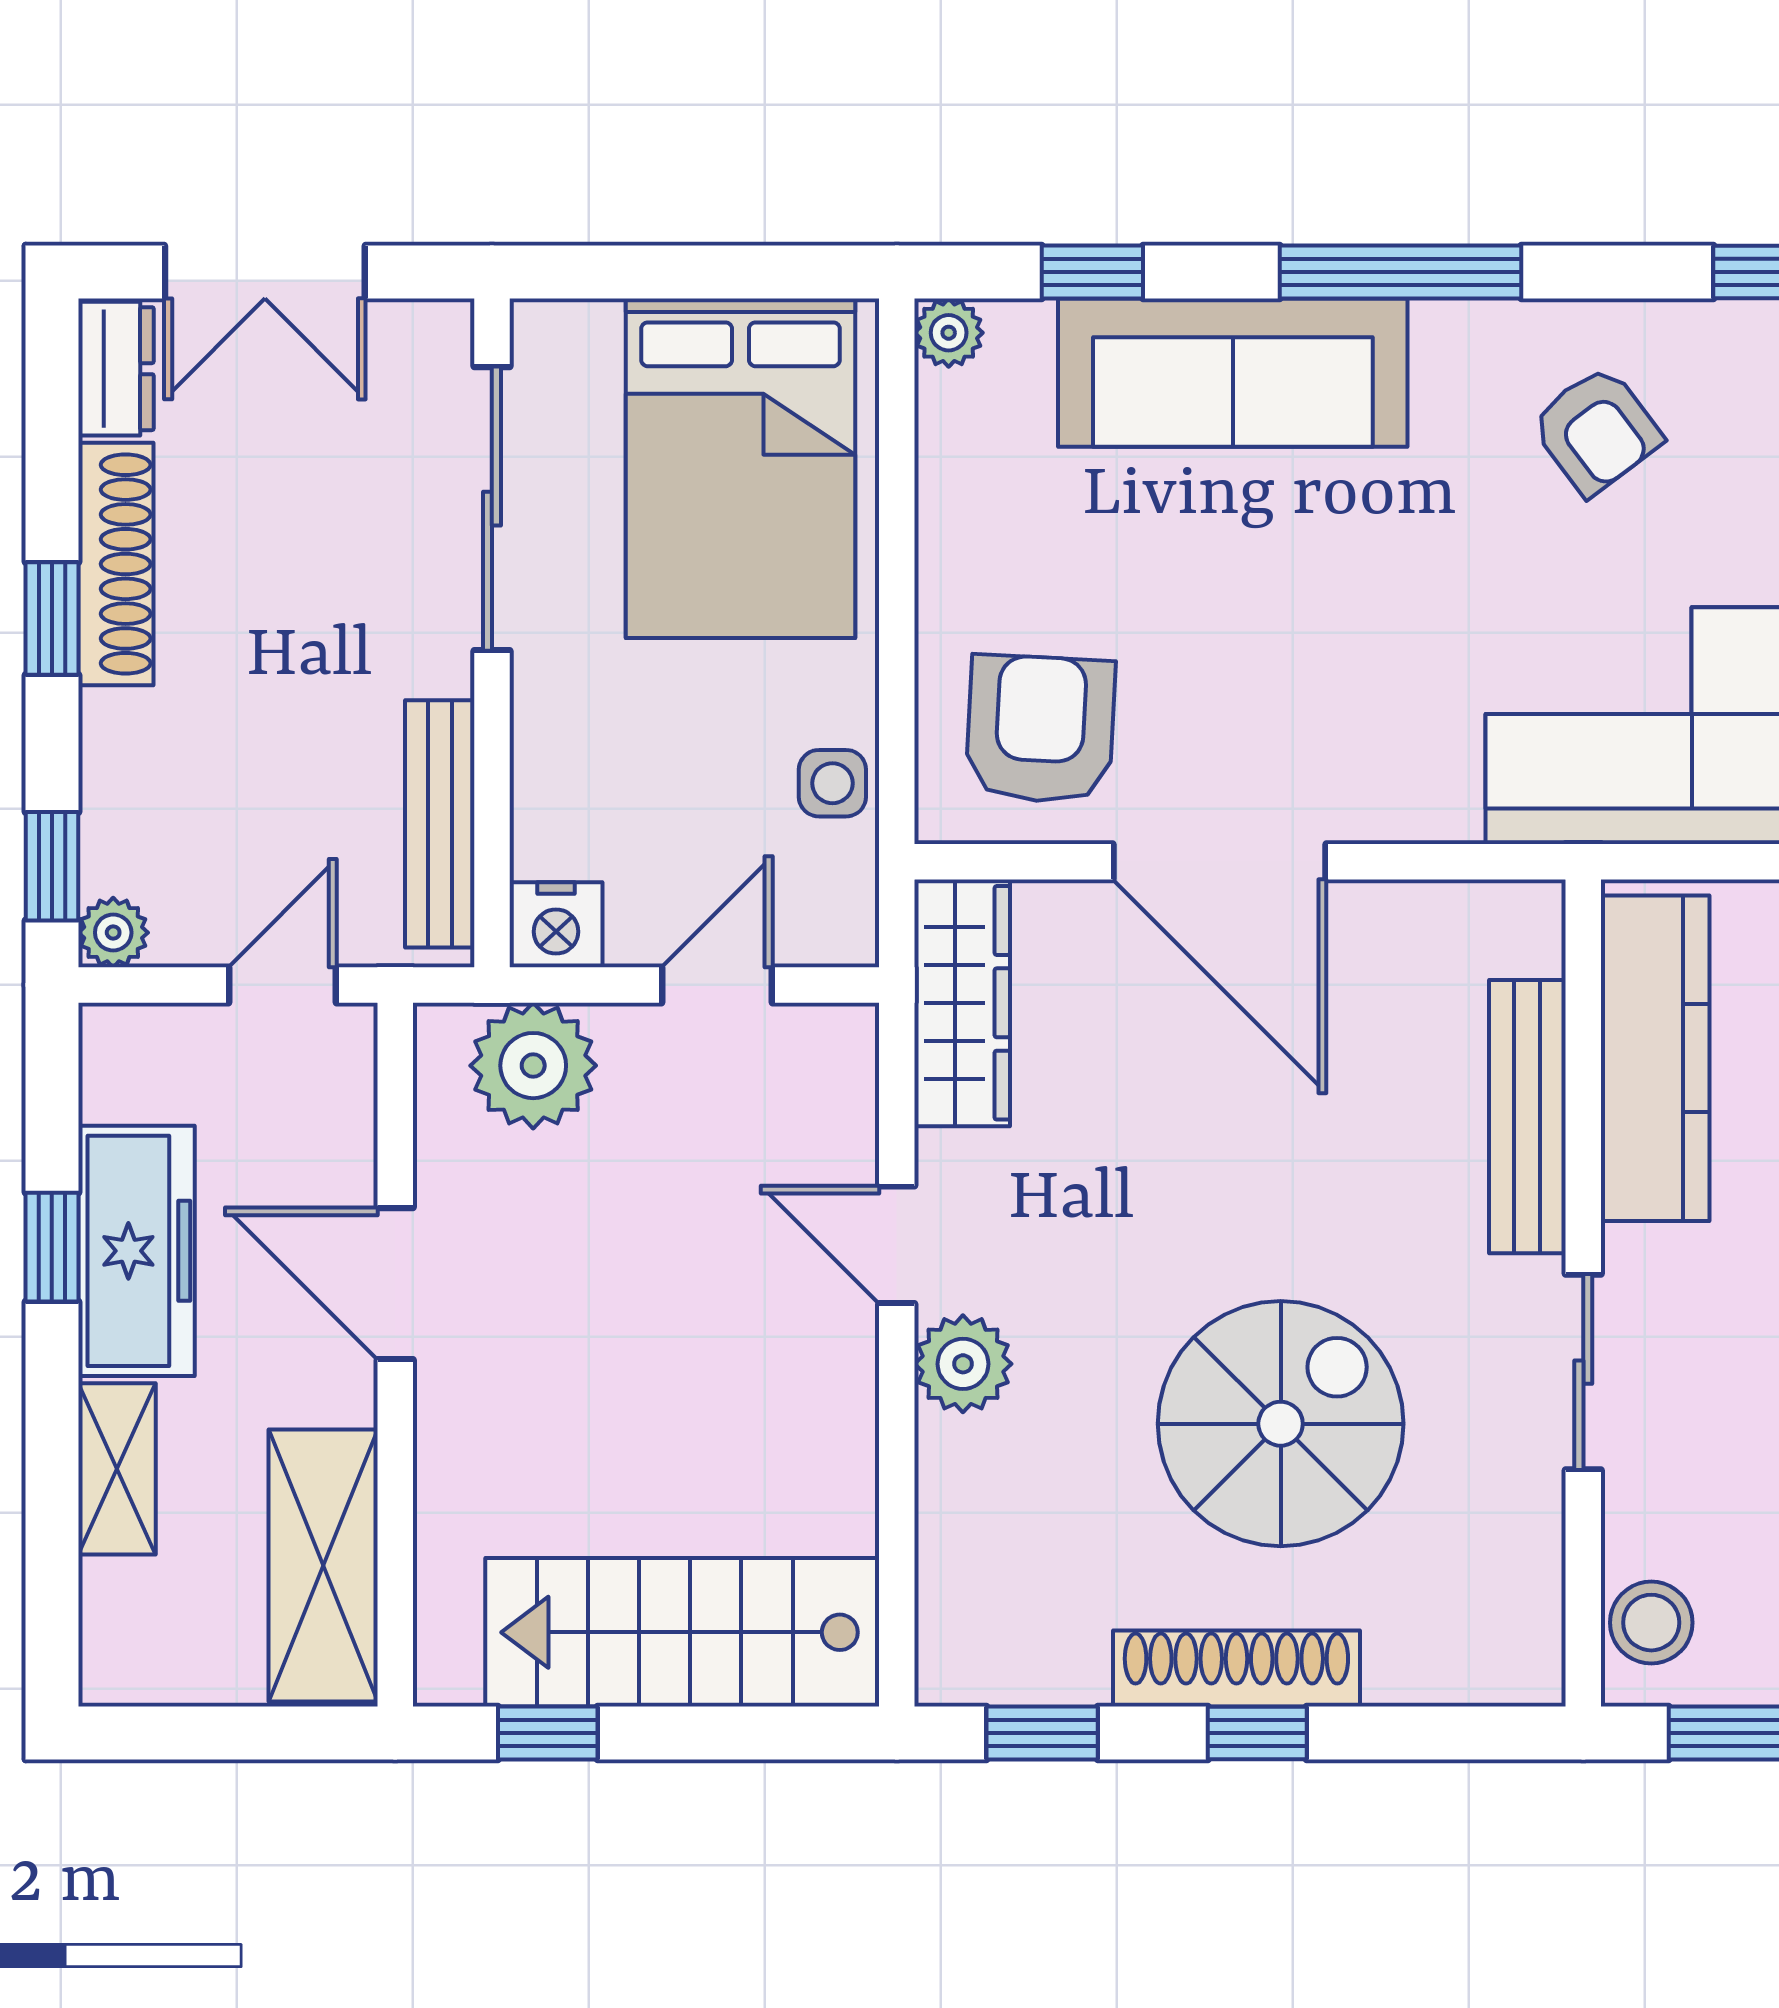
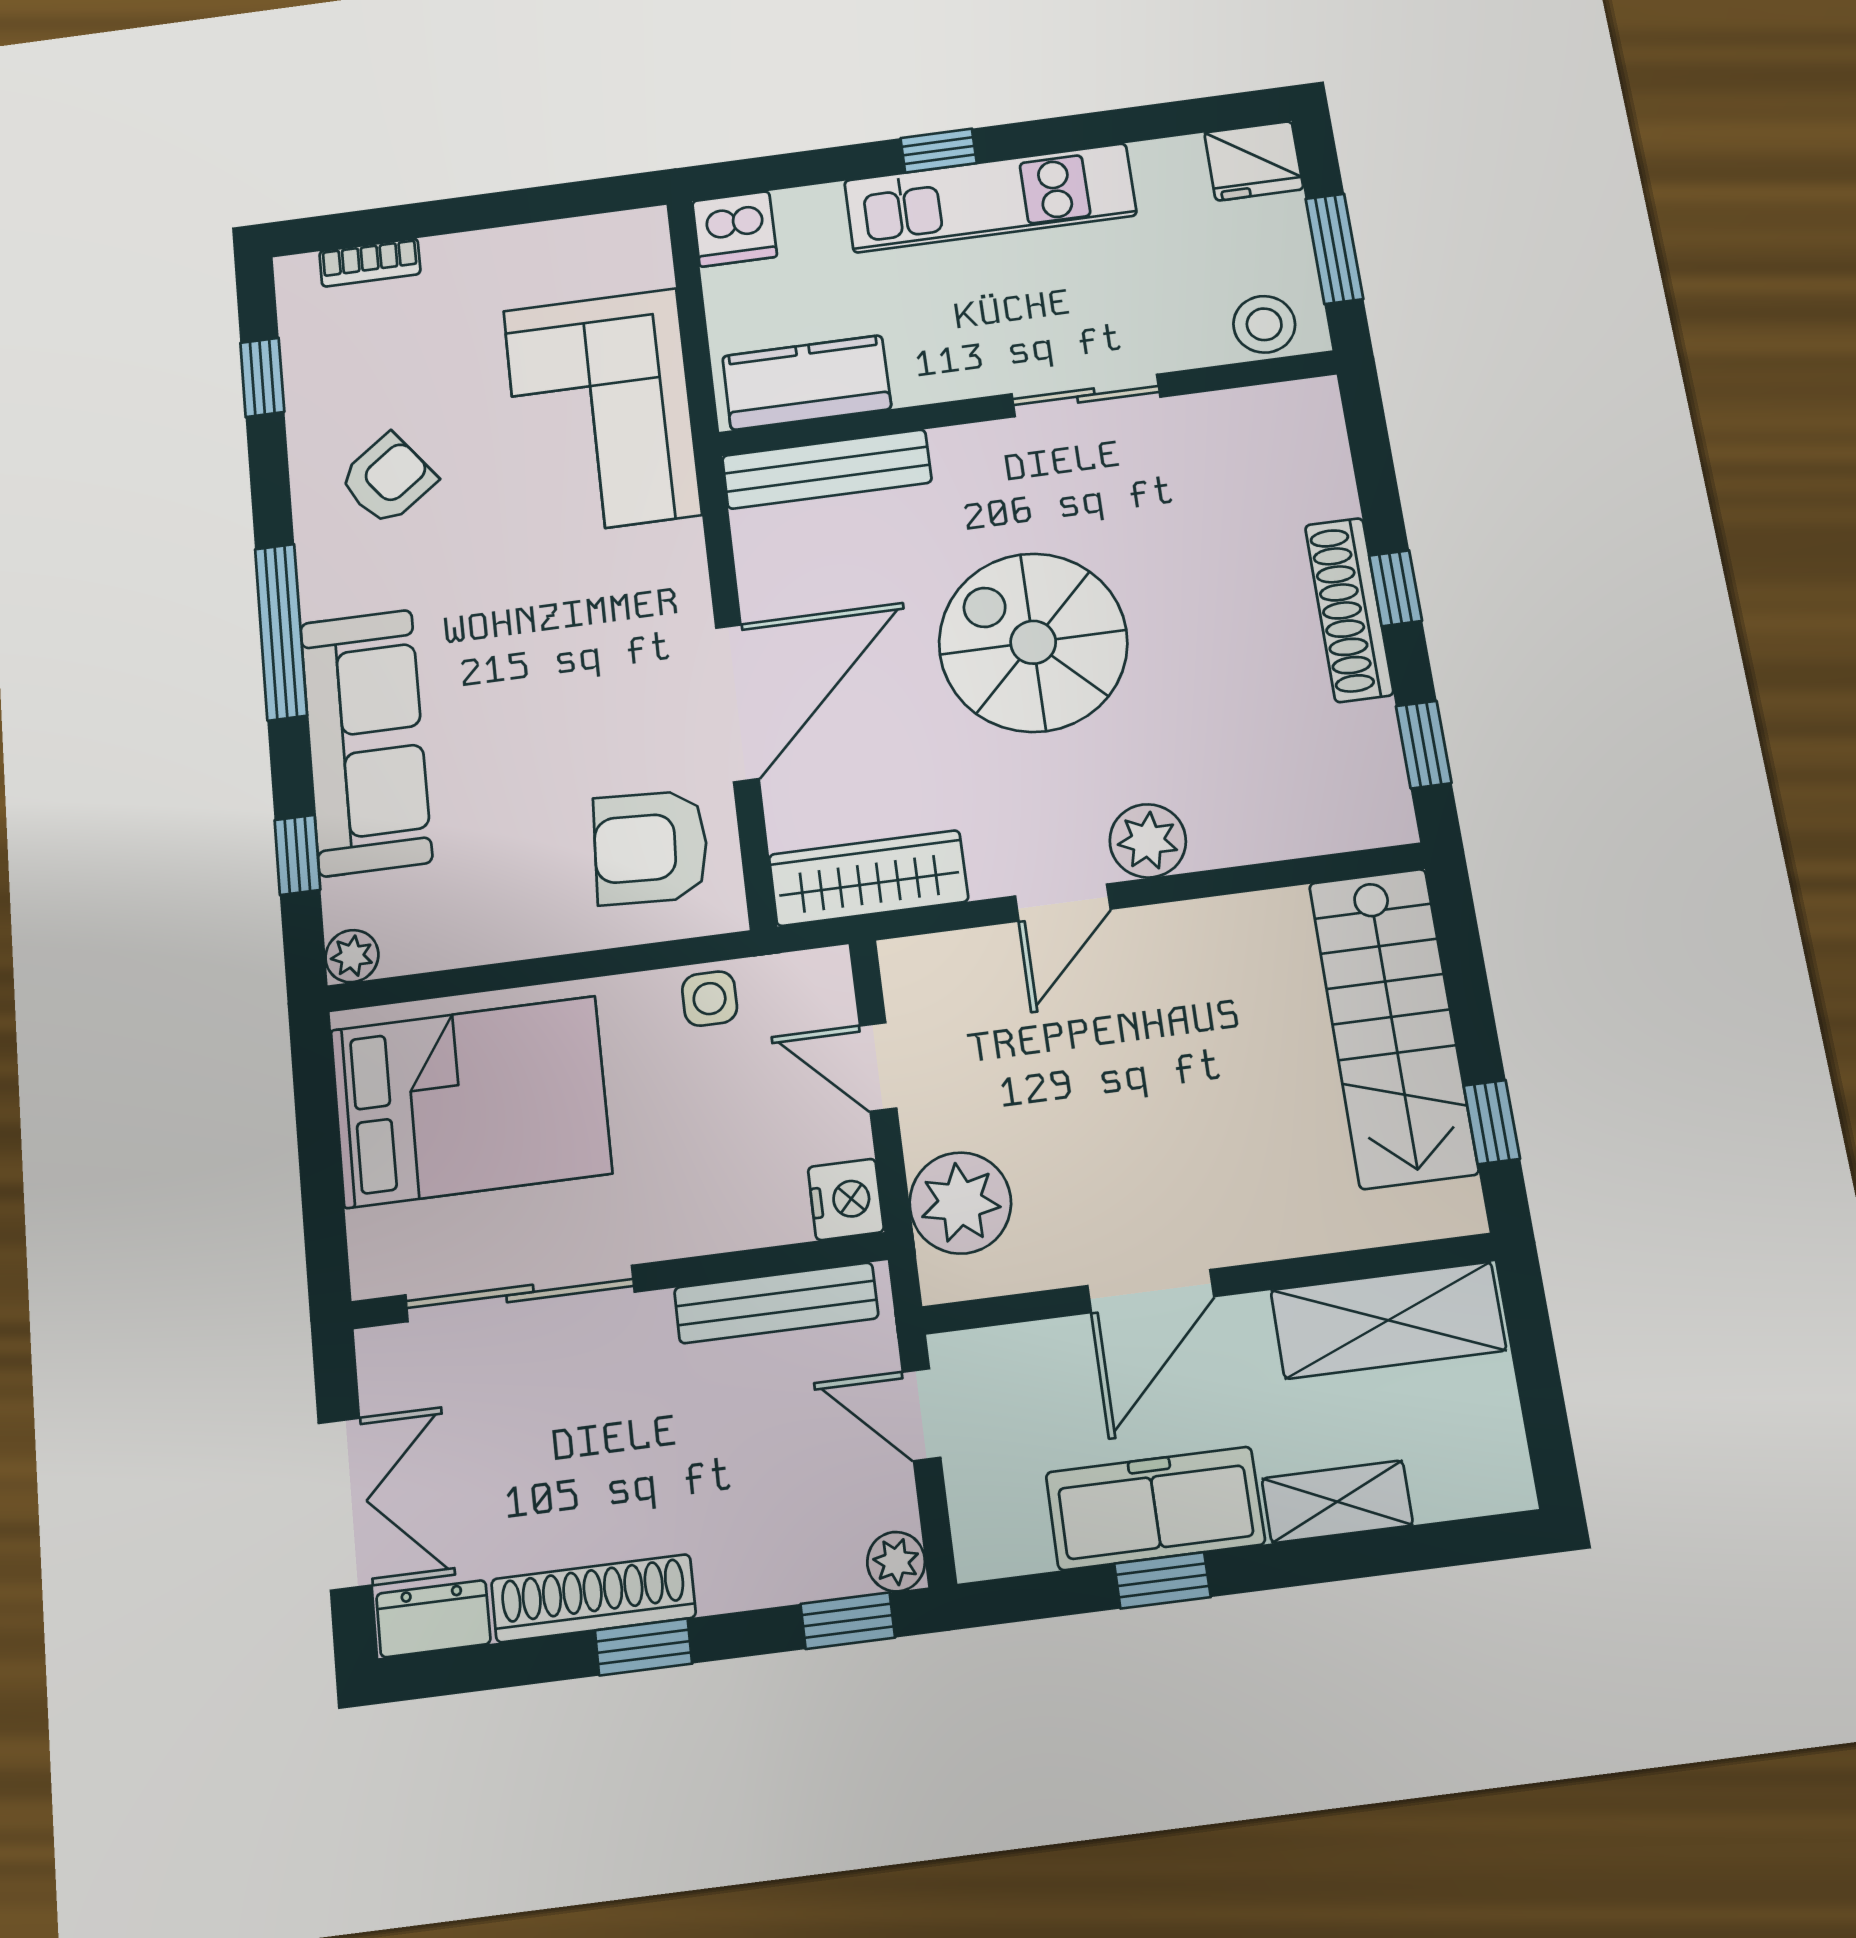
kitchen counter: (1655, 1058) -> (807, 383), width x0.67
bench: (1527, 1117) -> (827, 469), moved
spiral stairs: (1281, 1424) -> (1033, 642), moved

